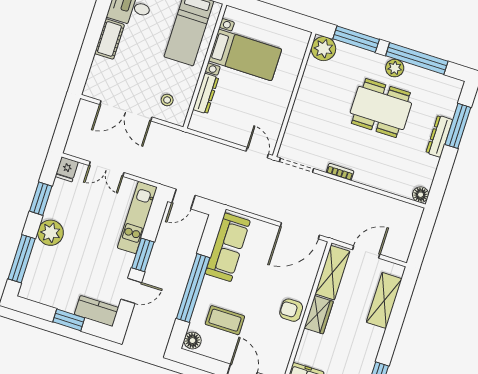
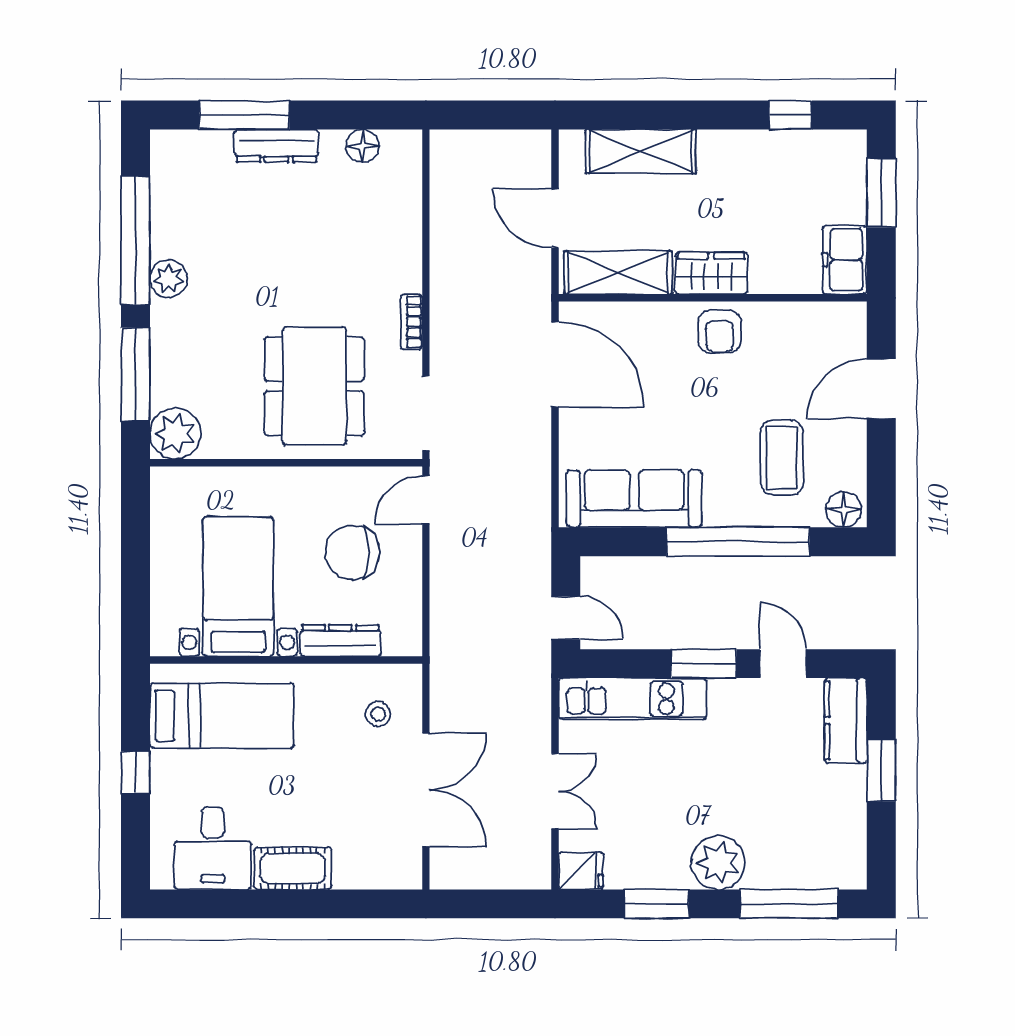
dining table: (381, 108) -> (314, 386), moved
chair: (244, 112) -> (352, 552), added
floor lamp: (421, 195) -> (363, 146), moved

